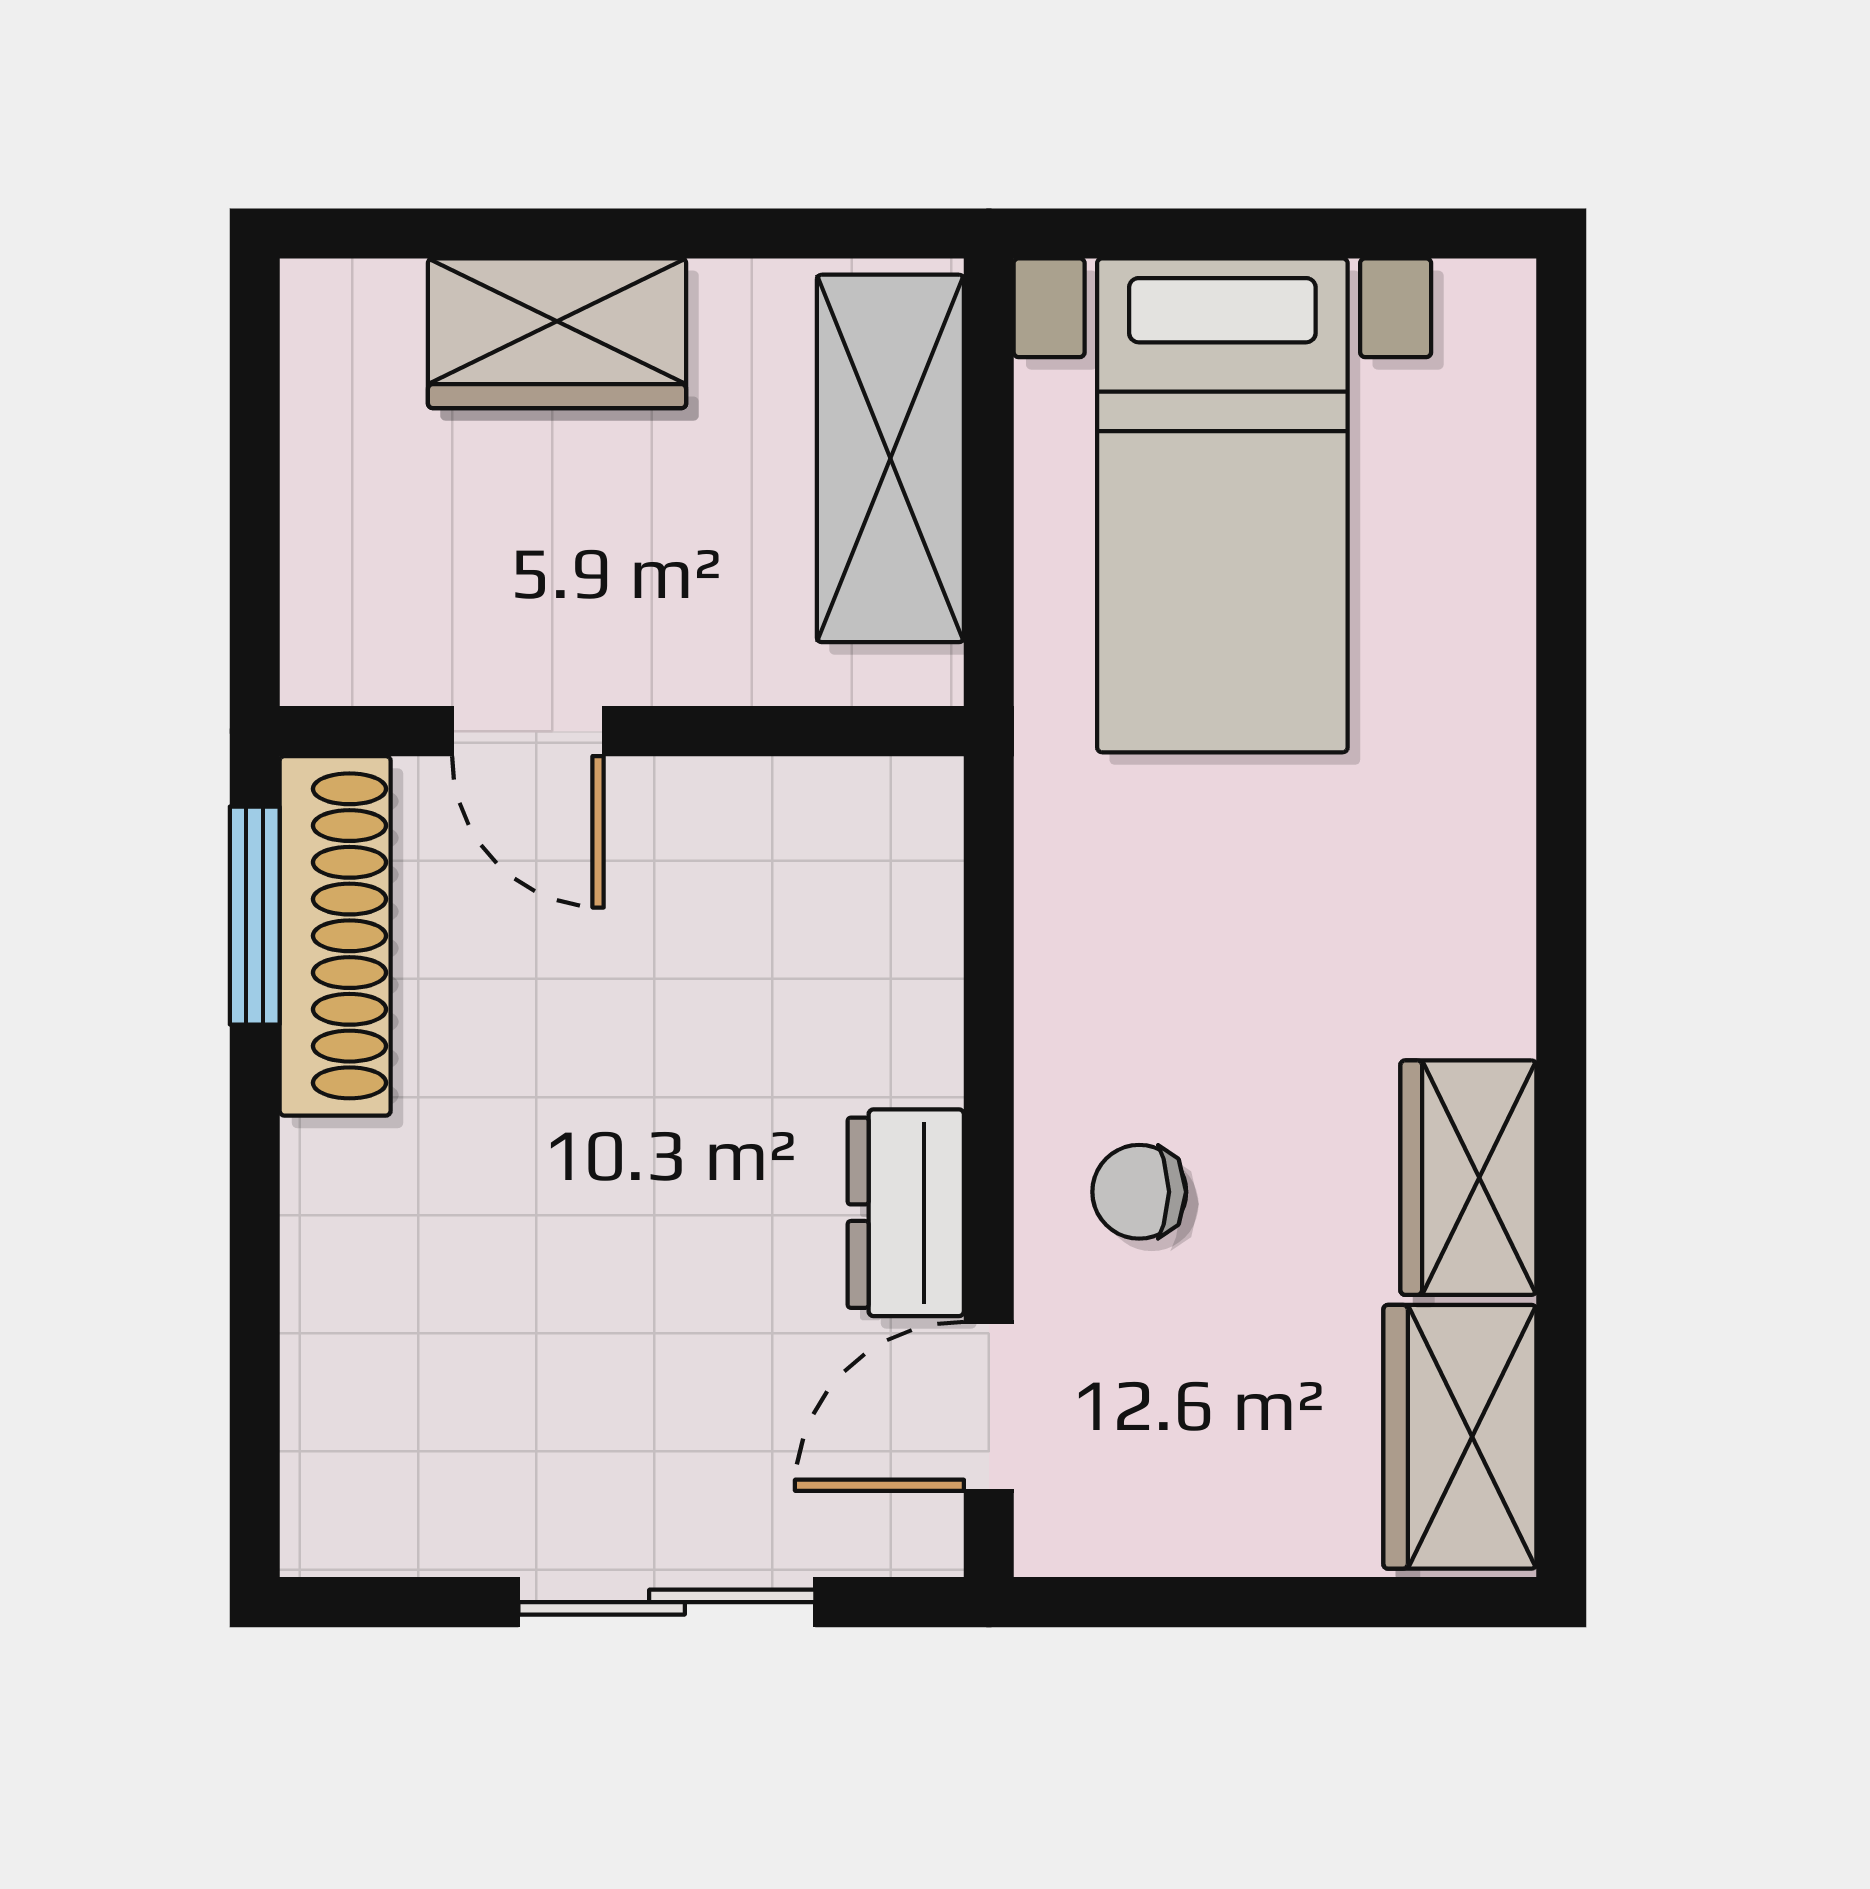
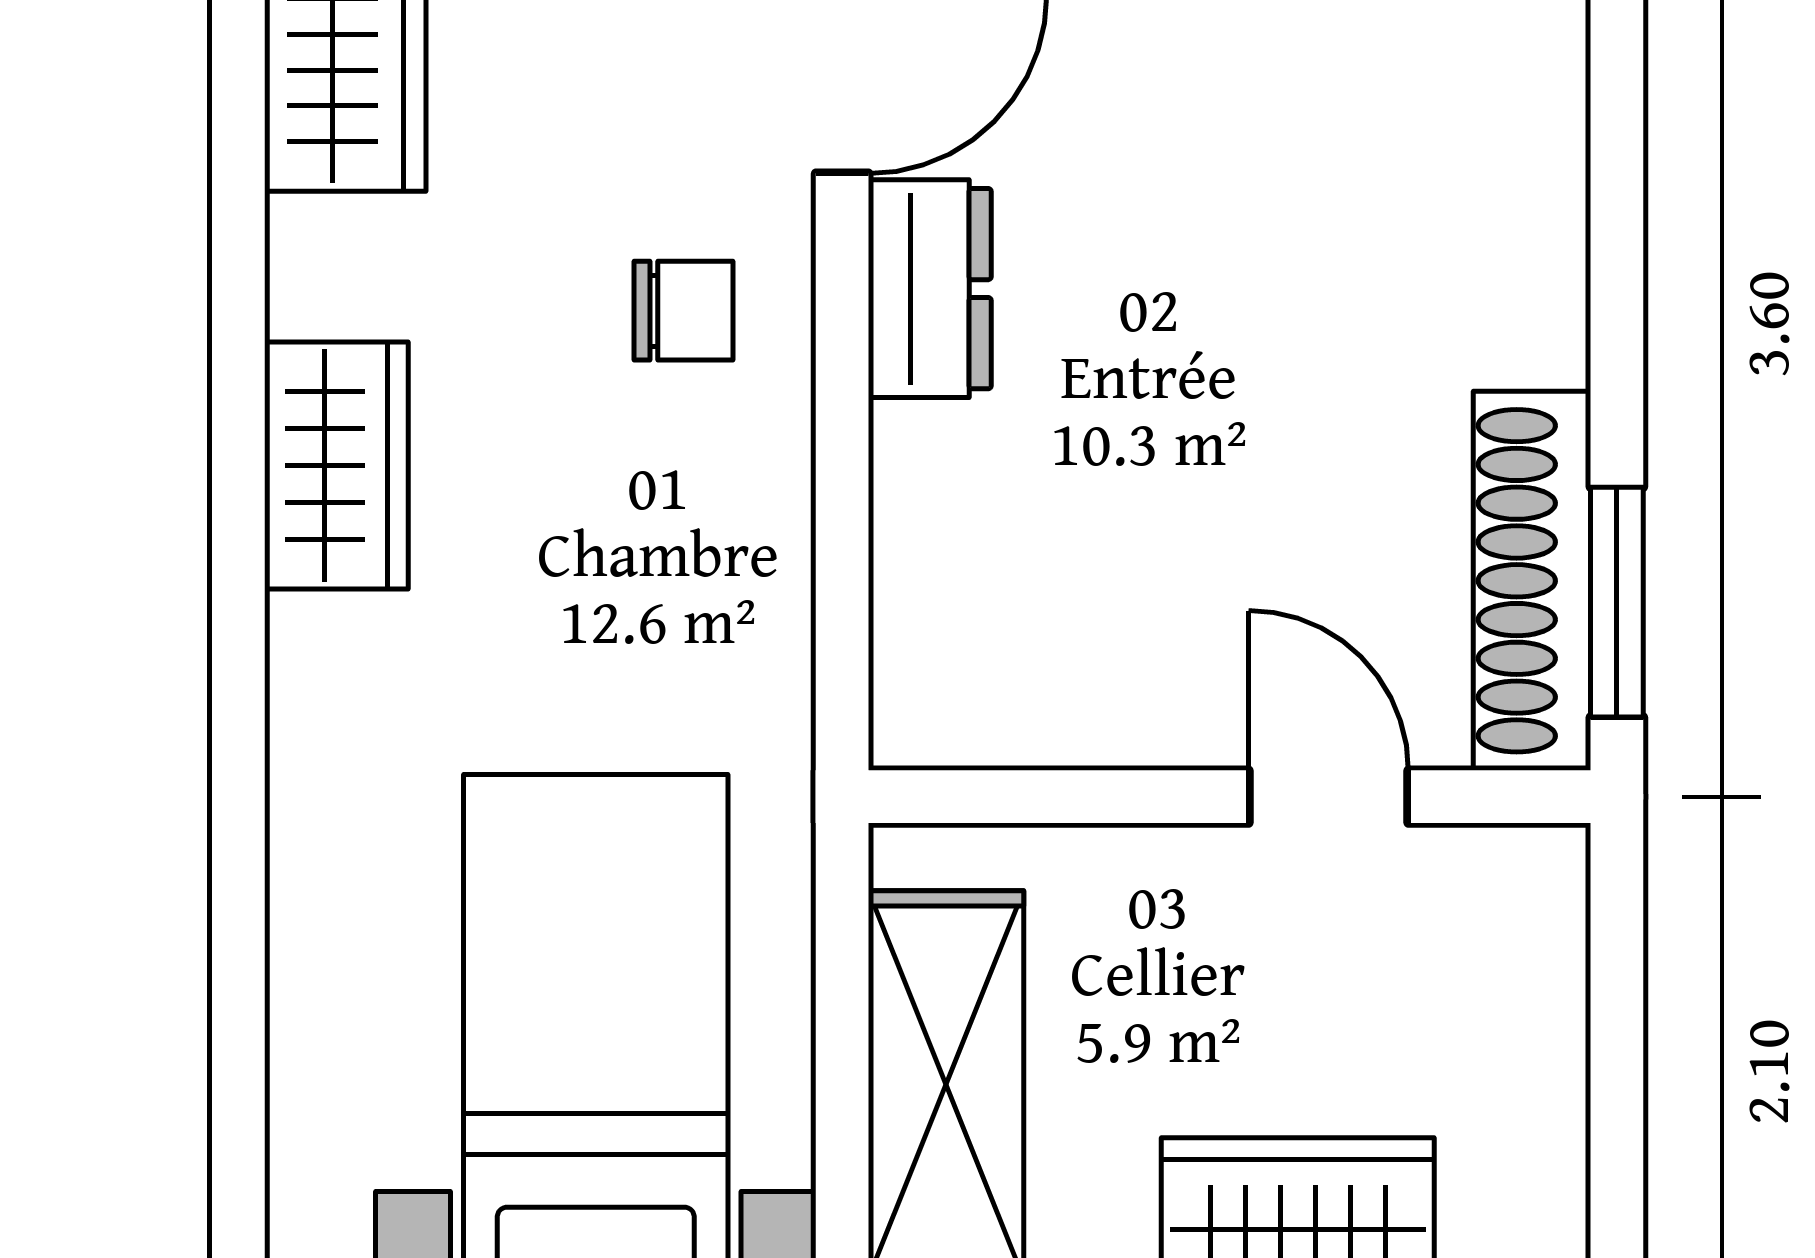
wardrobe: (1468, 1178) -> (336, 465), moved

